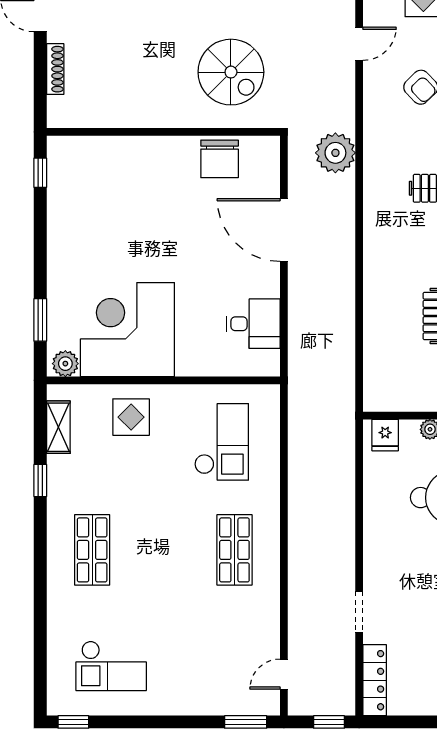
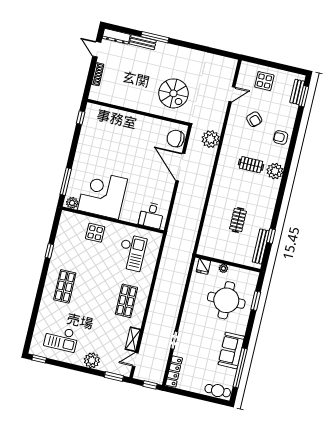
chair: (220, 159) -> (176, 139), moved, turned 90
window: (40, 320) -> (66, 181), width x1.44
desk: (253, 324) -> (151, 215), moved, turned 90
shelving: (58, 427) -> (133, 339), moved
plant: (189, 698) -> (92, 360), added

